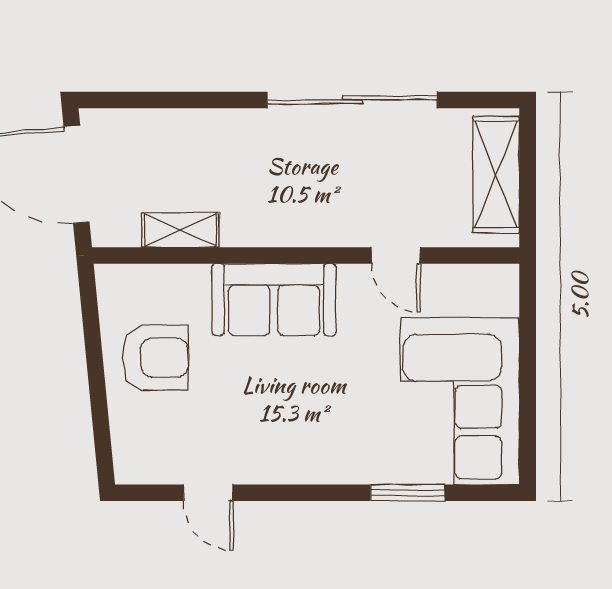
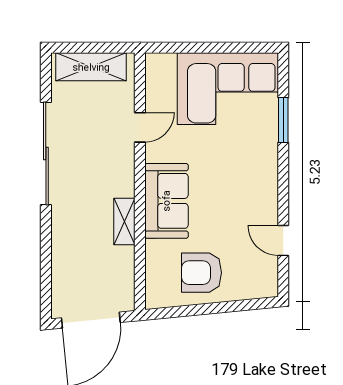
shelving: (180, 230) -> (124, 221), moved
armchair: (155, 358) -> (202, 273), turned -90
door: (208, 493) -> (283, 241), swing flipped

